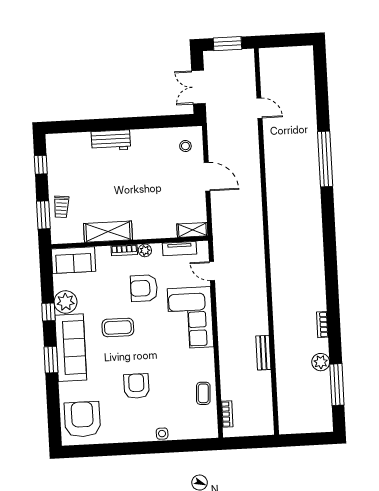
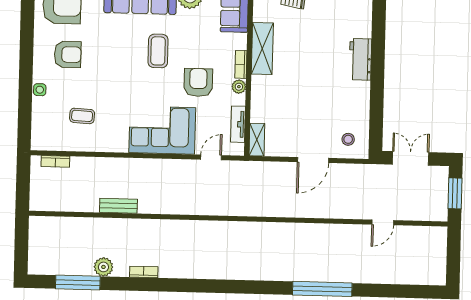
armchair: (136, 386) -> (68, 54), moved
coffee table: (203, 393) -> (82, 116), moved

